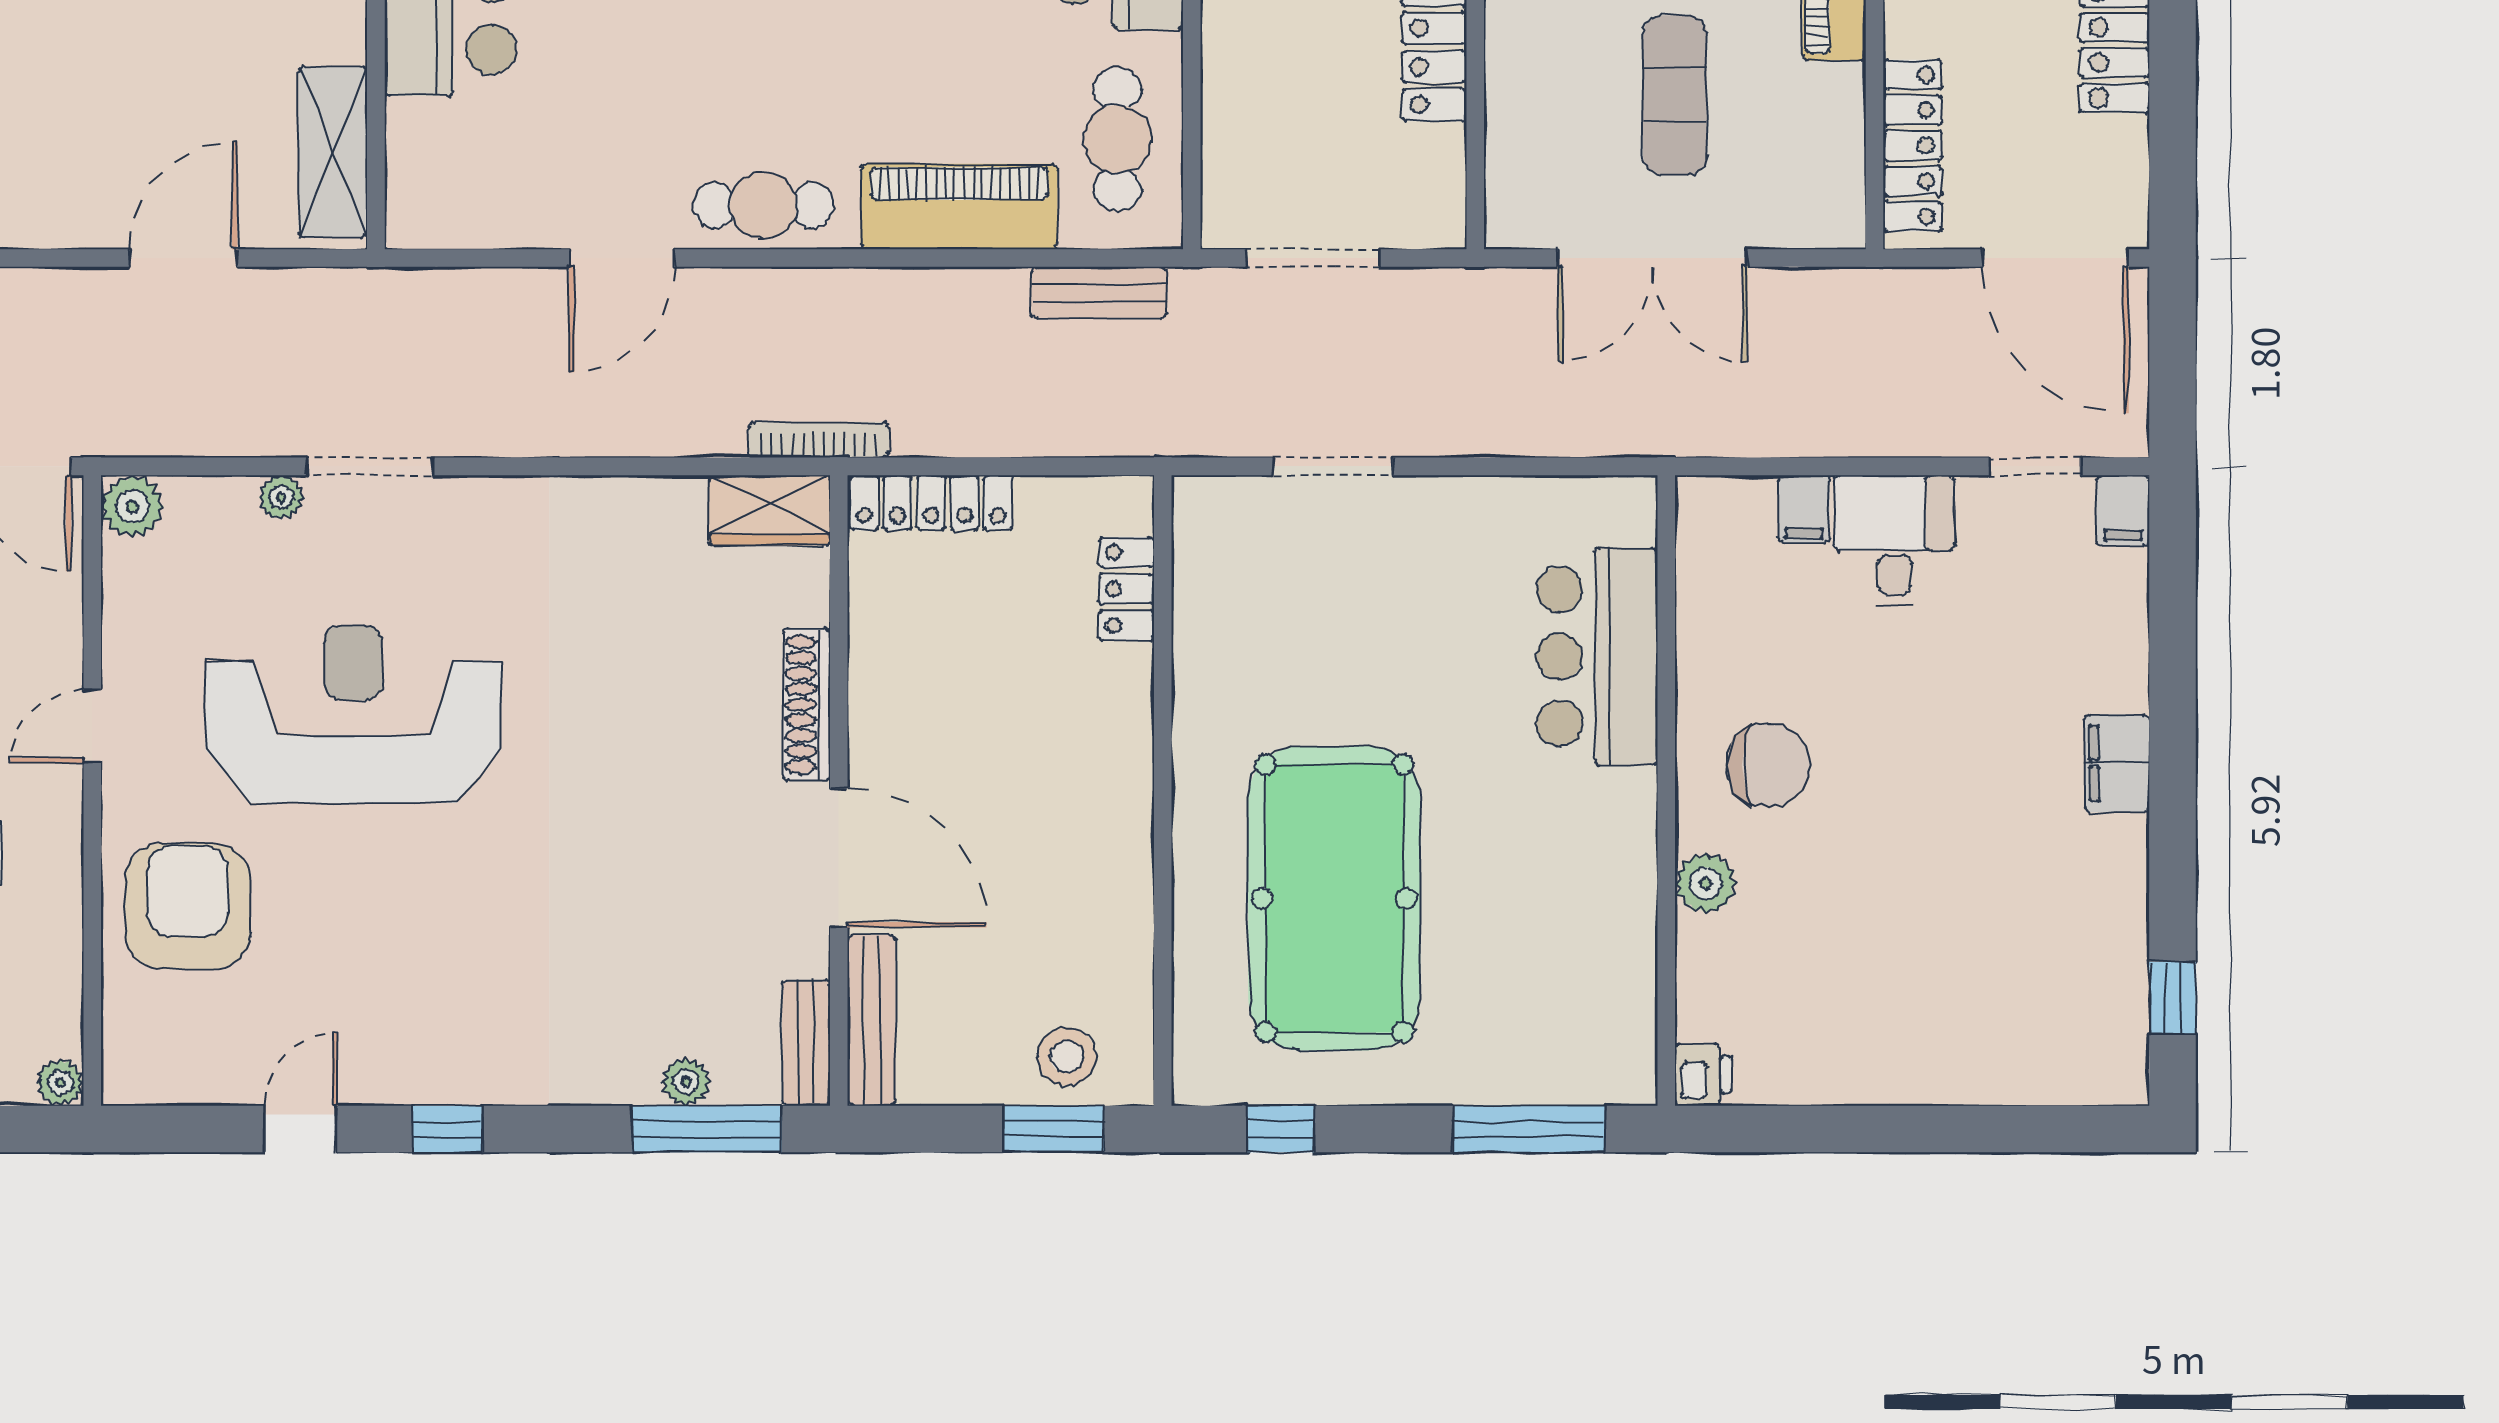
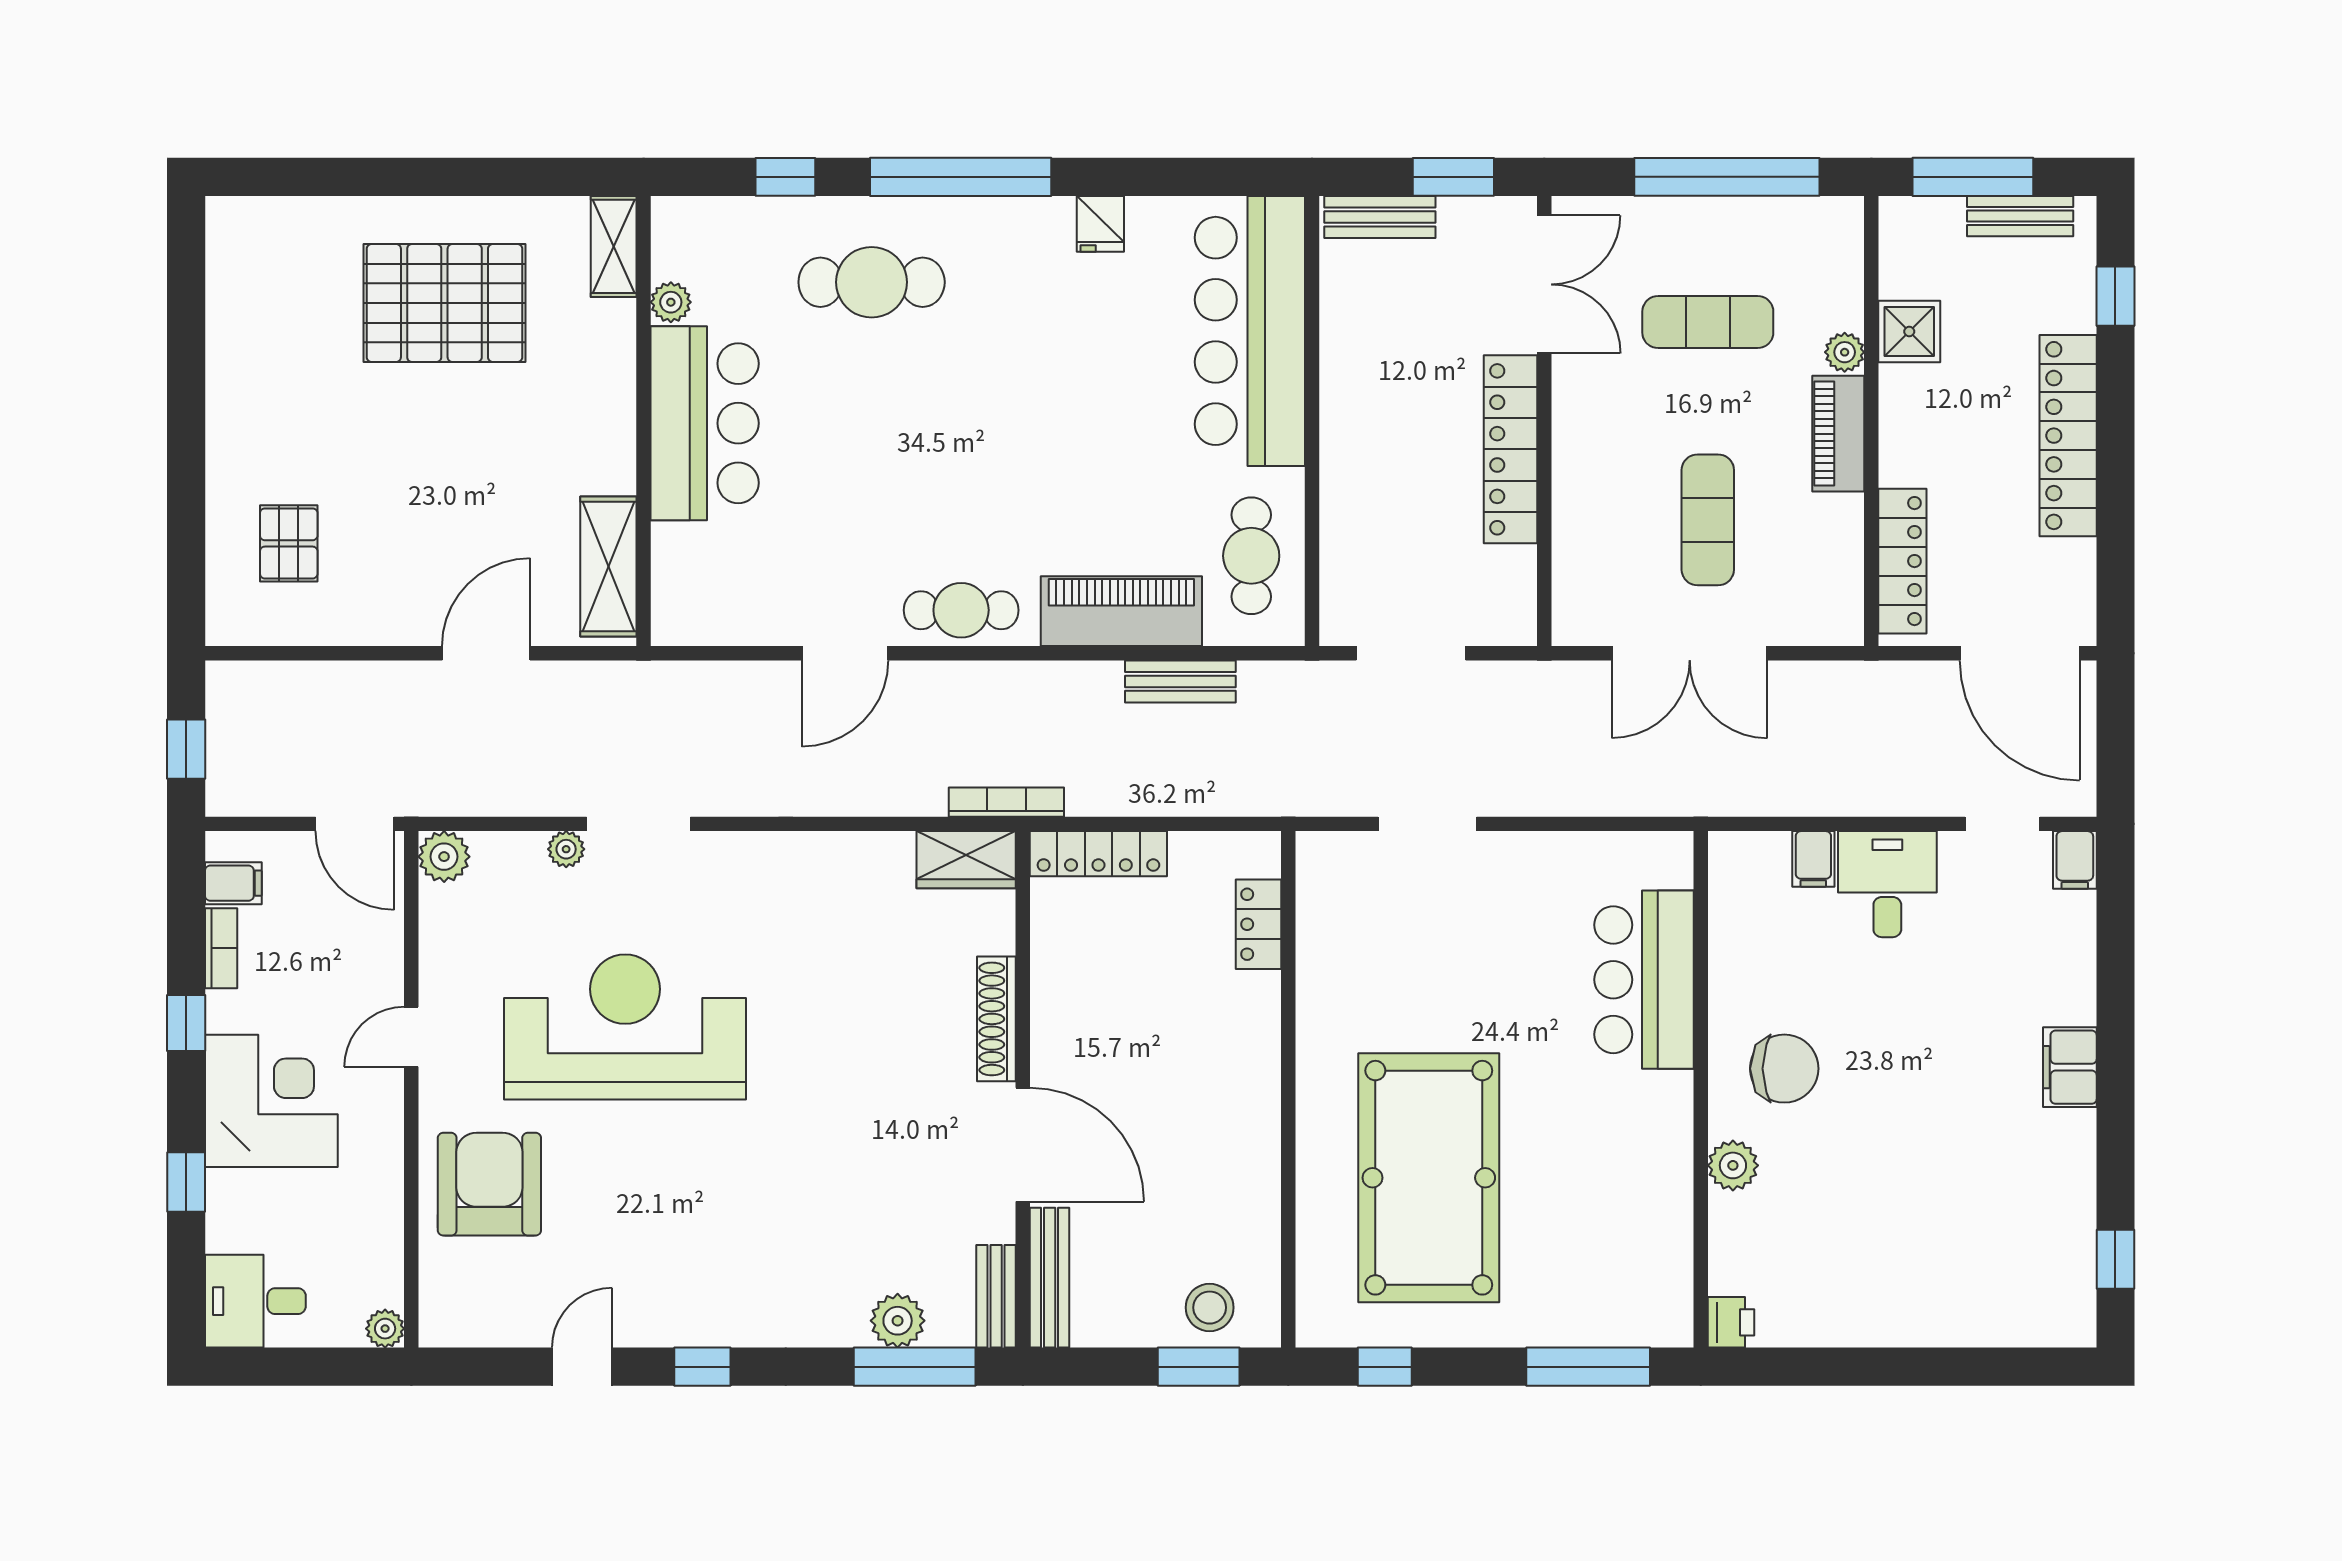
bench: (1099, 292) -> (1180, 681), moved
plant: (686, 1082) -> (898, 1321), width x1.38, depth x1.38

